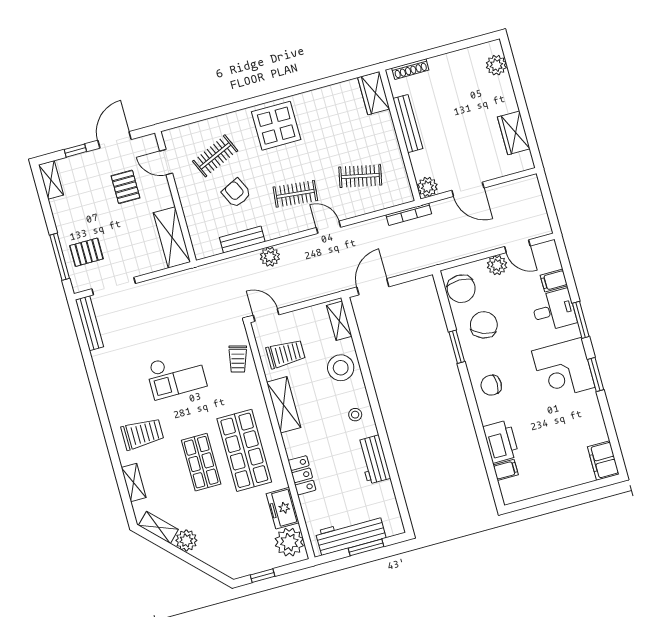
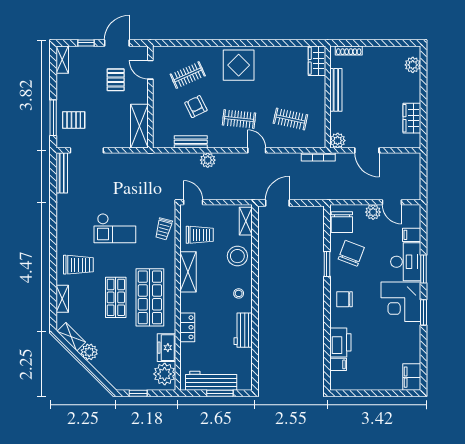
desk: (554, 310) -> (406, 262), width x1.37

